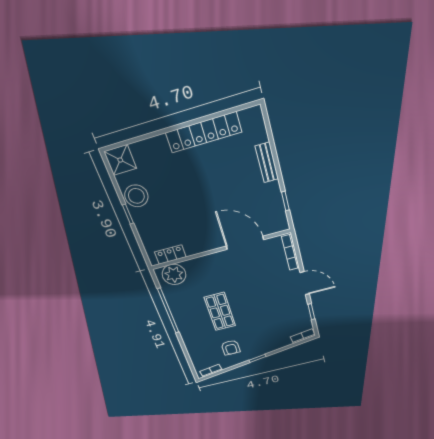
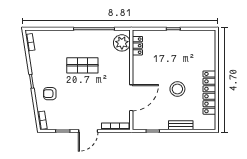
shower: (120, 160) -> (208, 38), removed
stool: (136, 196) -> (177, 89), moved
armchair: (231, 348) -> (50, 94), moved

